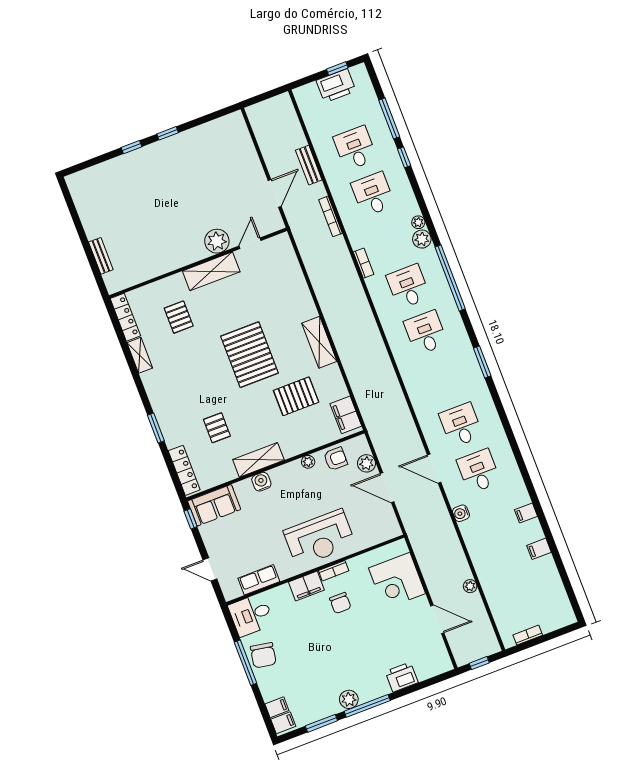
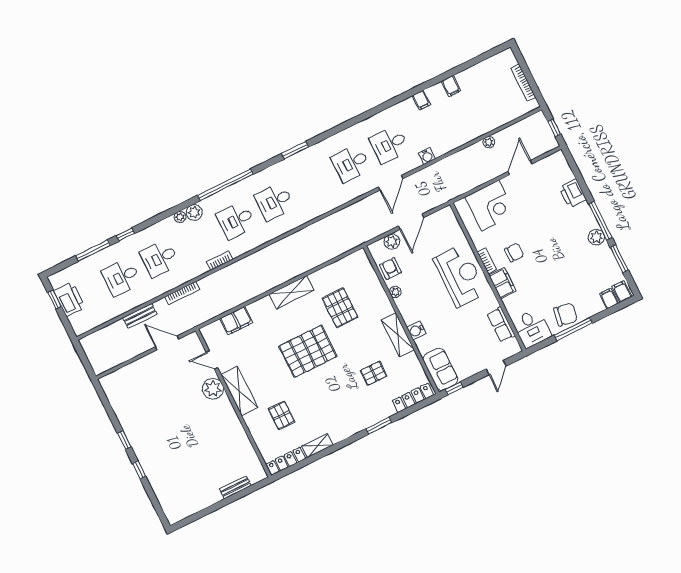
pallet: (179, 317) -> (281, 415), turned 90
filing cabinet: (346, 415) -> (236, 321), moved
bookcase: (528, 635) -> (523, 83), width x1.56

